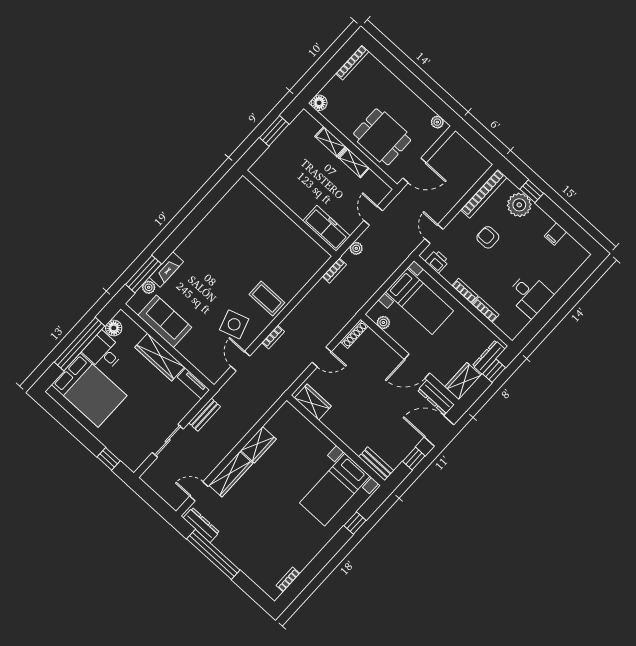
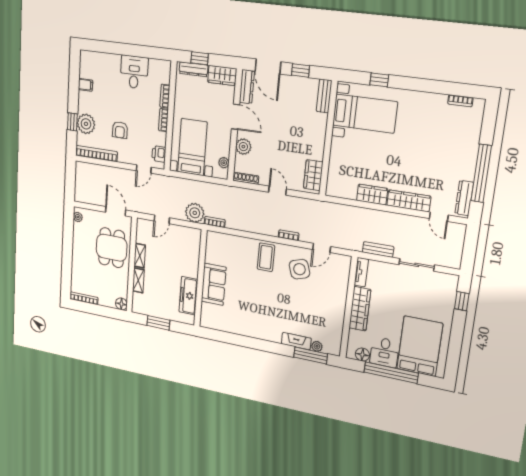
freezer: (326, 228) -> (188, 296), moved
plant: (356, 248) -> (195, 213), width x1.88, depth x1.88
sofa: (165, 321) -> (214, 284), moved, turned 180
plant: (385, 353) -> (243, 147), added

